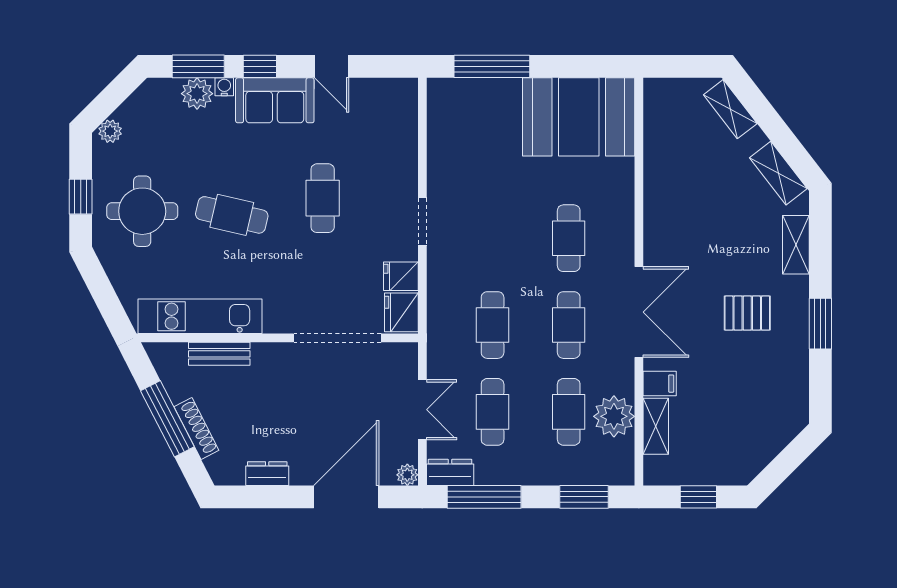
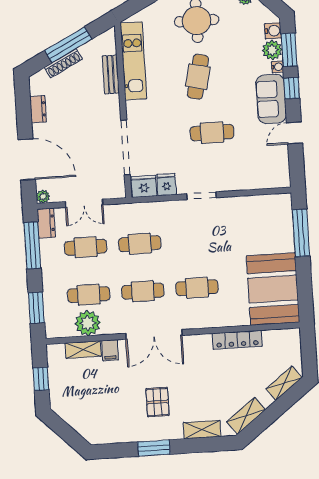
water cooler: (166, 90) -> (273, 31), added
locker: (656, 179) -> (237, 340), added

